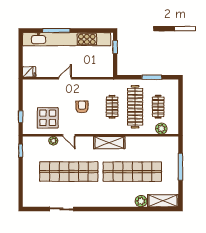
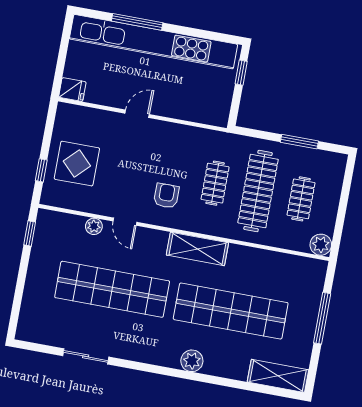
armchair: (82, 107) -> (166, 196), moved
display table: (48, 118) -> (77, 164), moved
plant: (161, 129) -> (321, 245), moved
plant: (141, 201) -> (192, 361), moved

